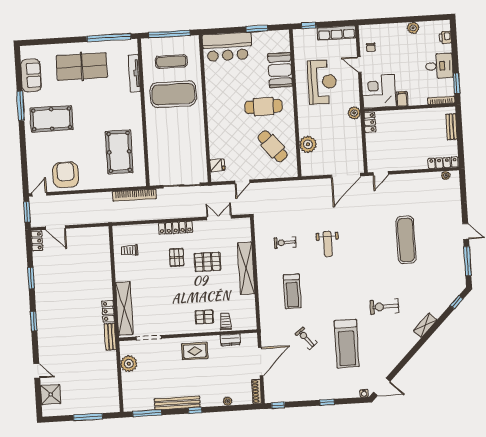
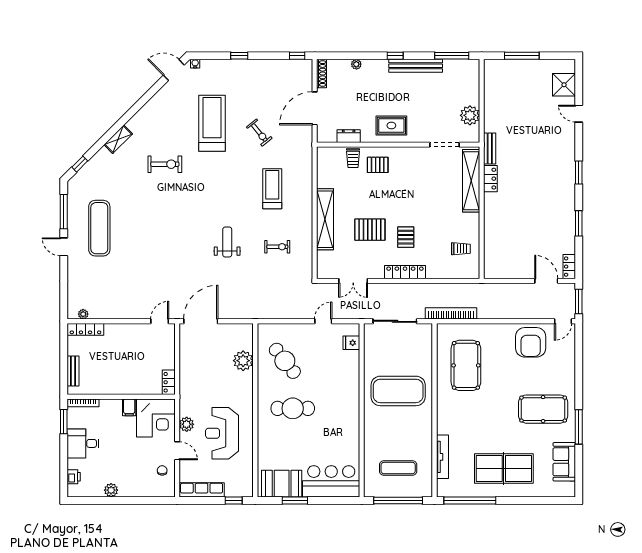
booth: (280, 70) -> (282, 484), moved, turned 90
exercise mat: (173, 94) -> (398, 391), moved
plant: (354, 113) -> (187, 424), moved
exercise mat: (406, 240) -> (99, 228), moved

